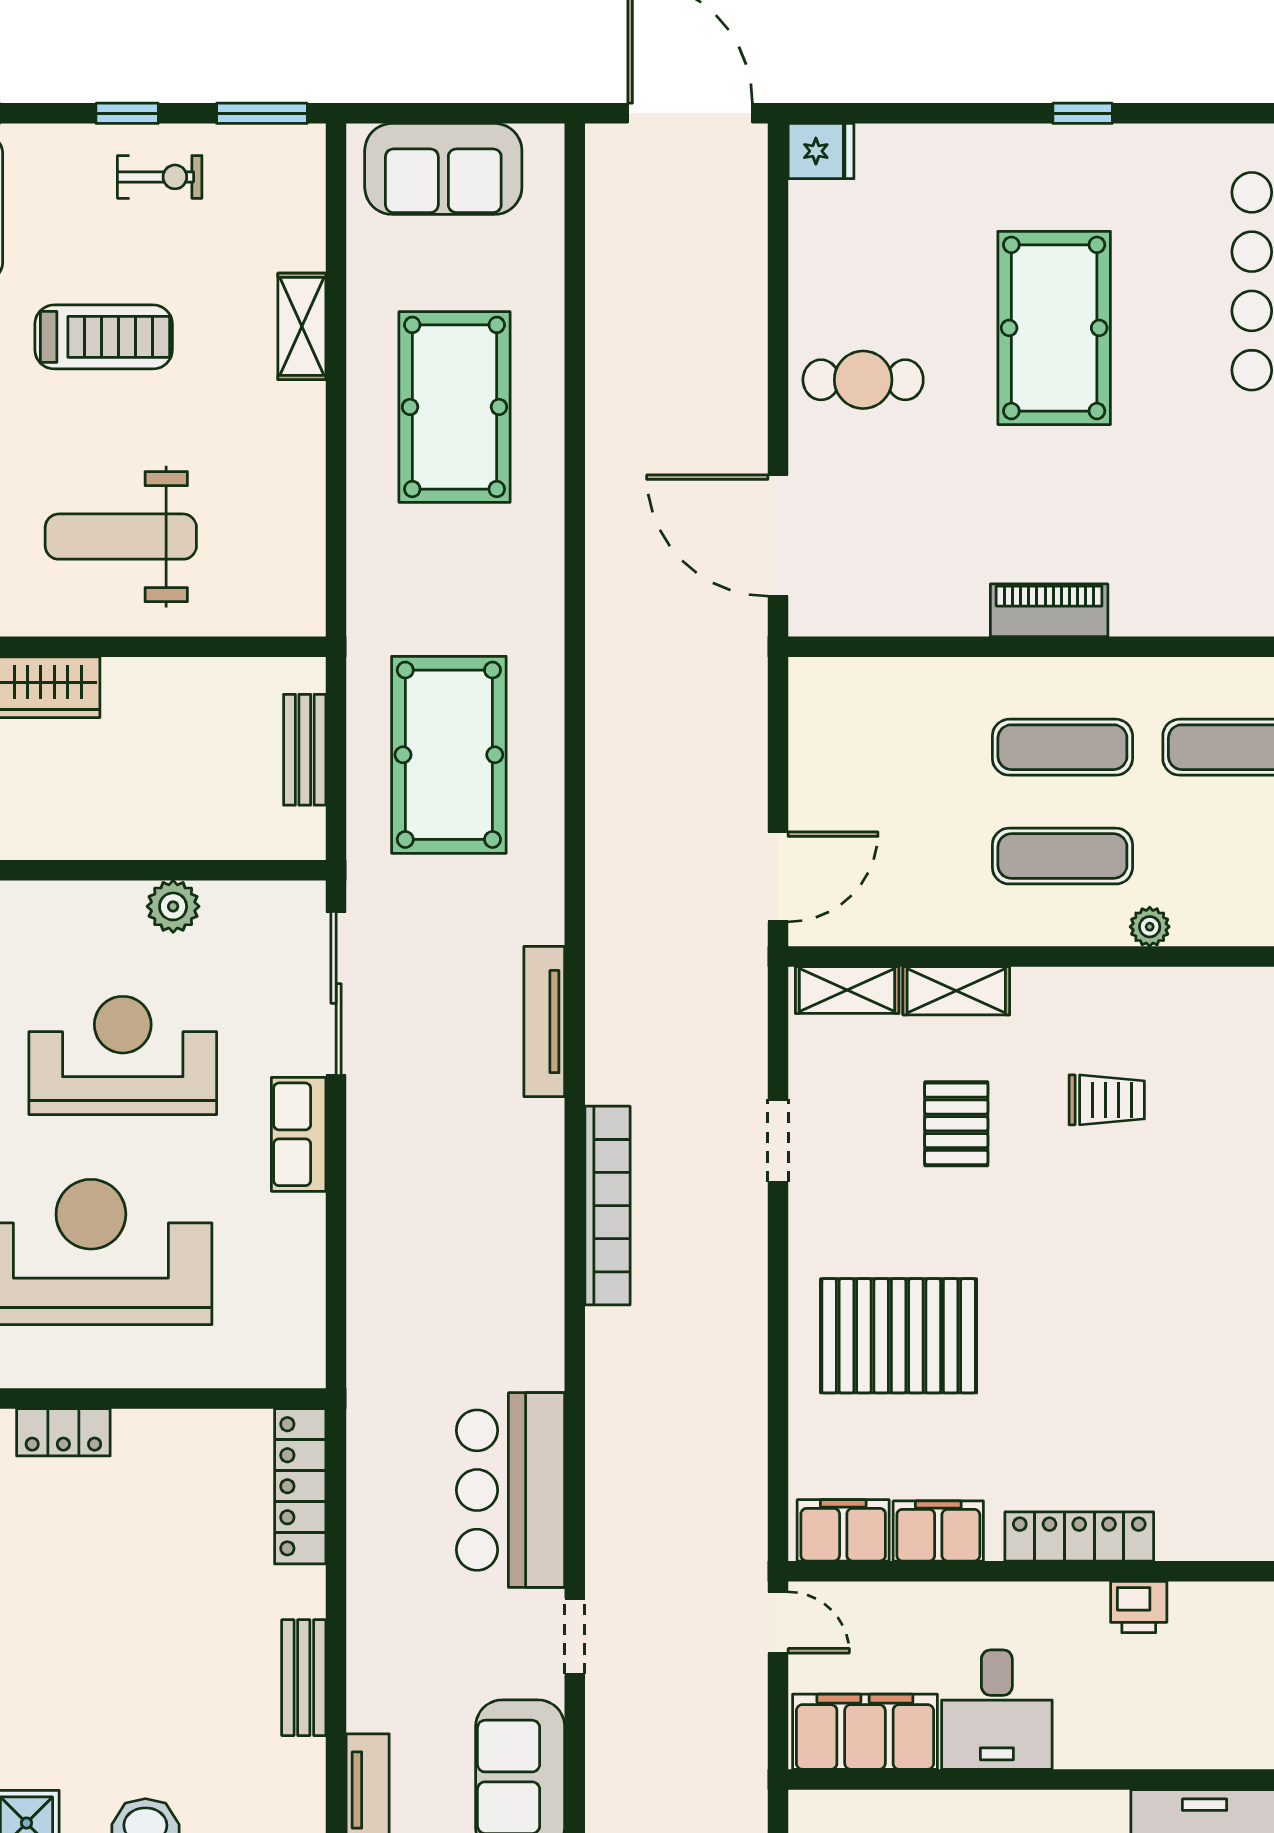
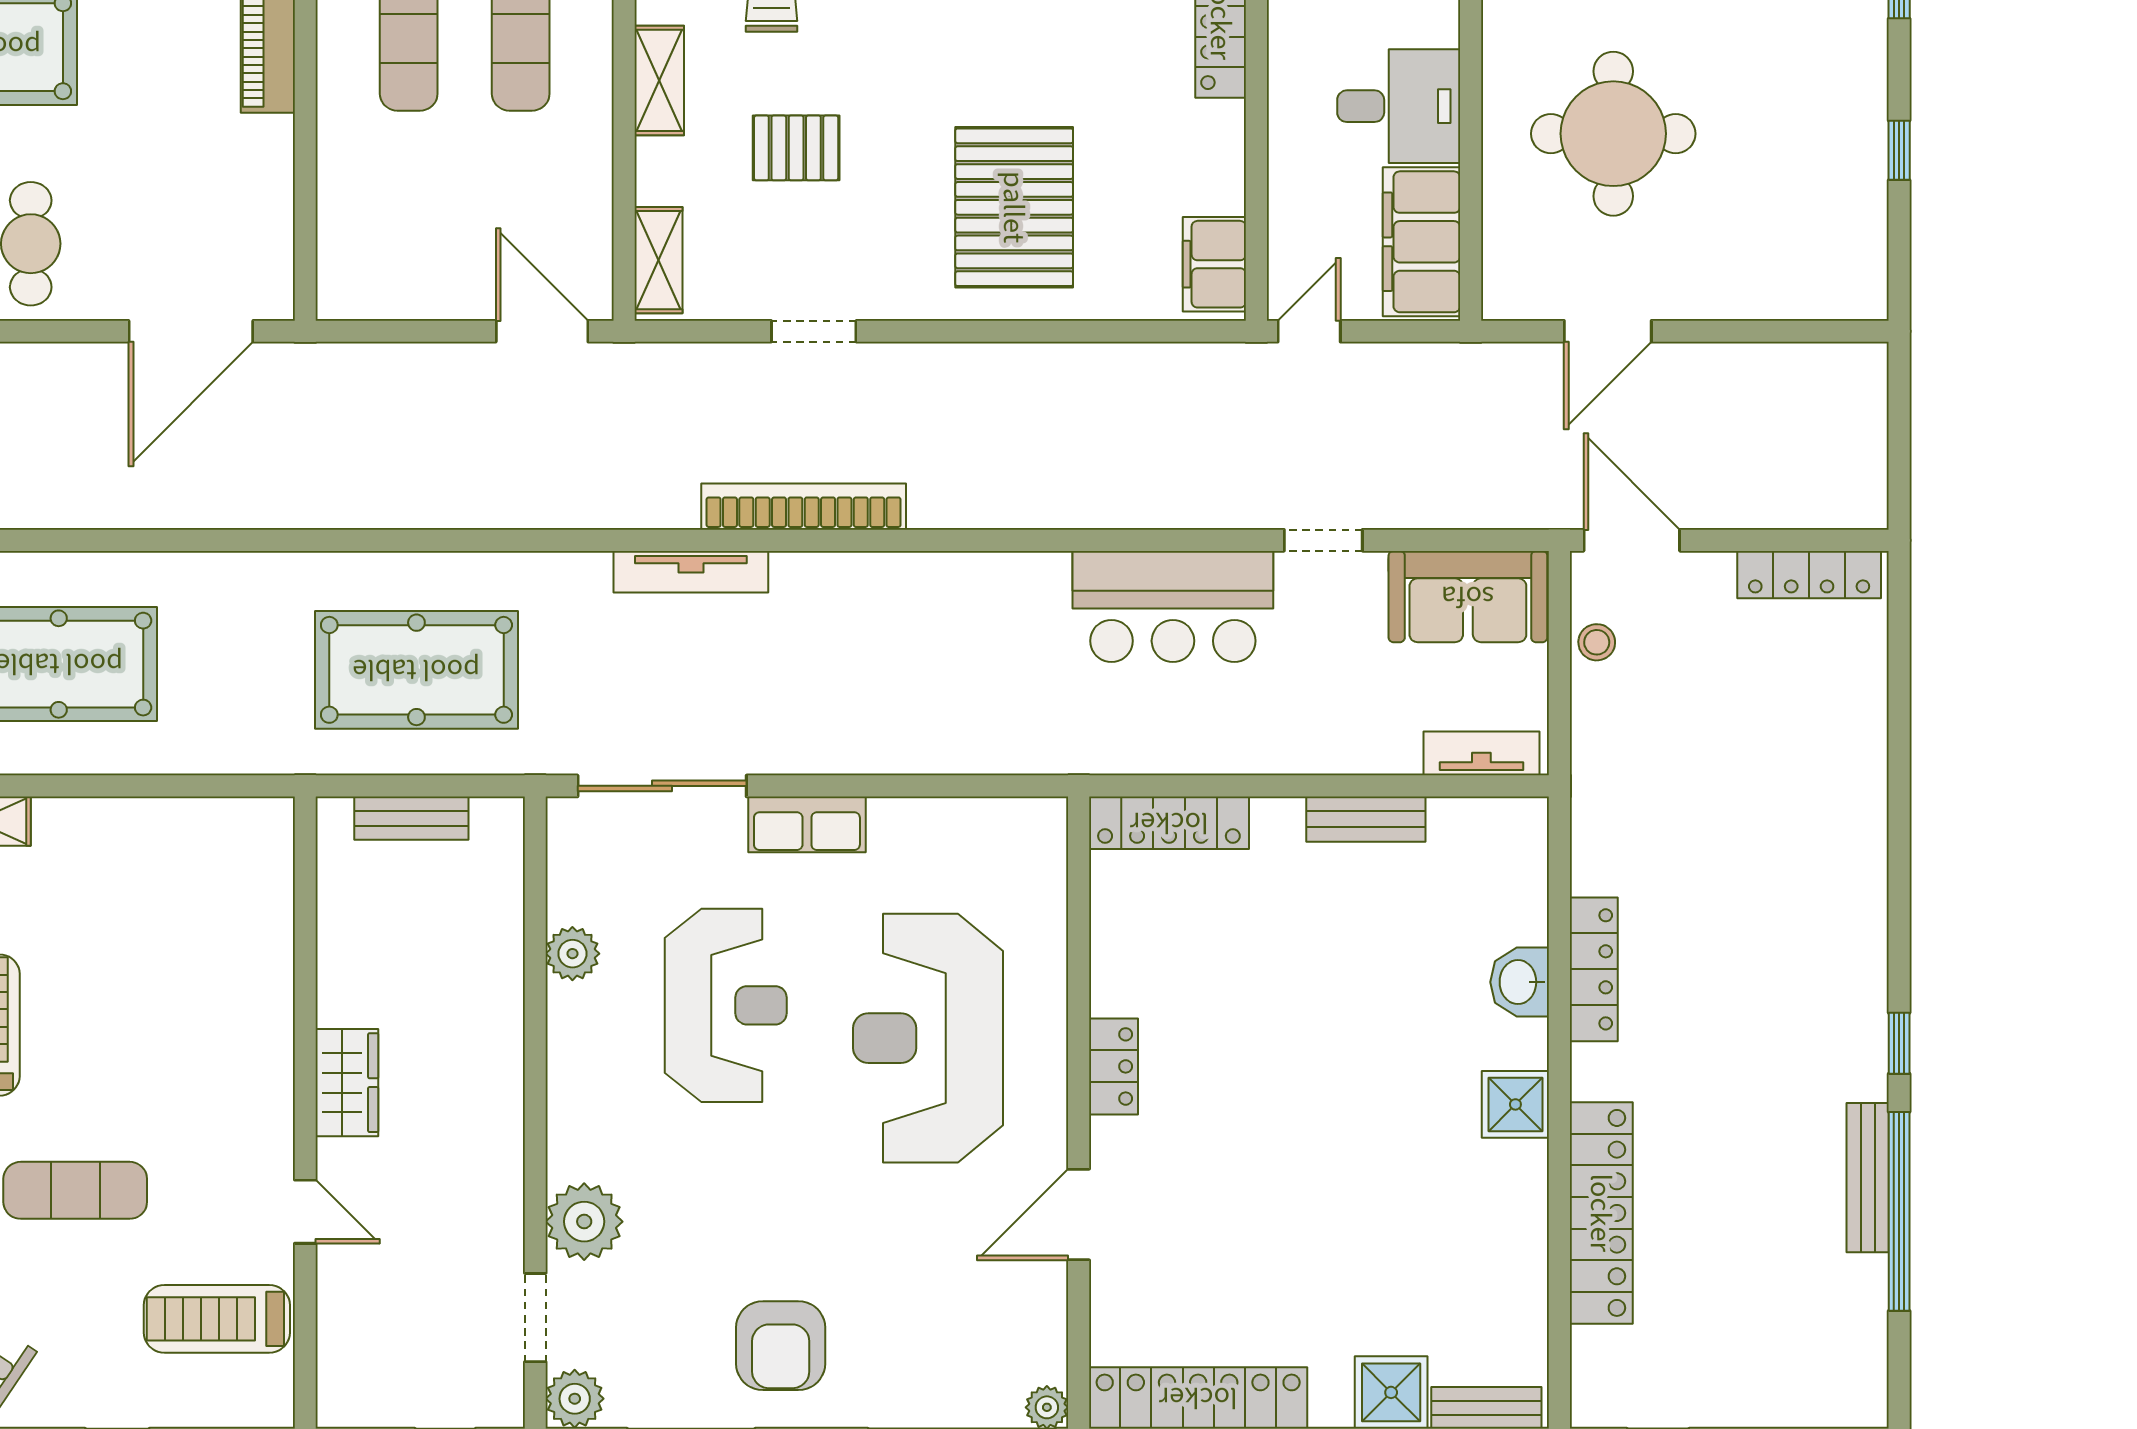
weight bench: (121, 537) -> (192, 1007), removed
shelving: (956, 991) -> (659, 80), moved
reception desk: (123, 1055) -> (726, 1005), turned 180
bookcase: (608, 1206) -> (804, 507), moved
filing cabinet: (938, 1531) -> (1215, 166), removed

